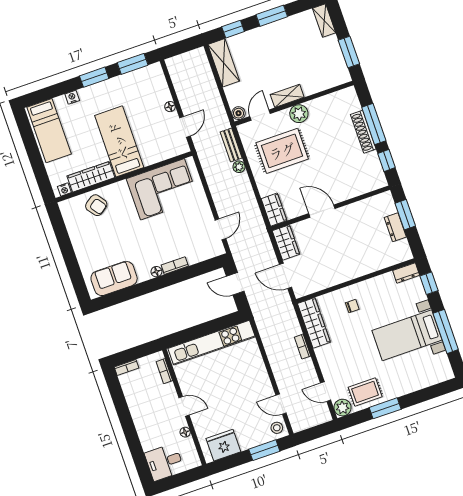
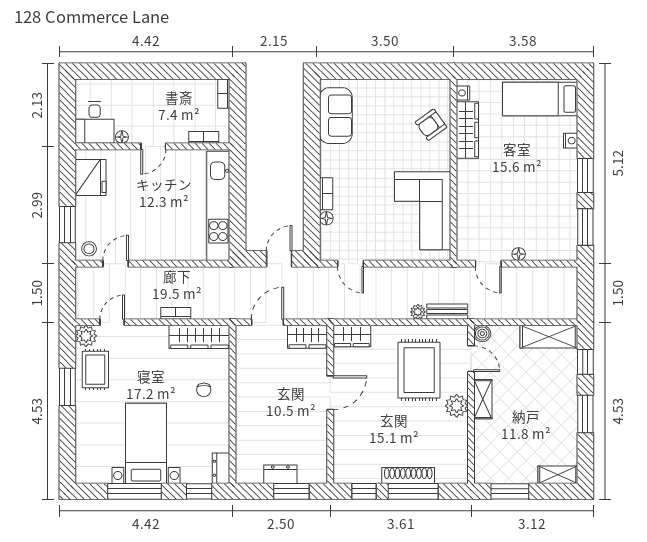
bed: (119, 141) -> (498, 179), removed
floor lamp: (156, 272) -> (326, 218), moved
desk: (164, 462) -> (95, 123), moved, turned 180

